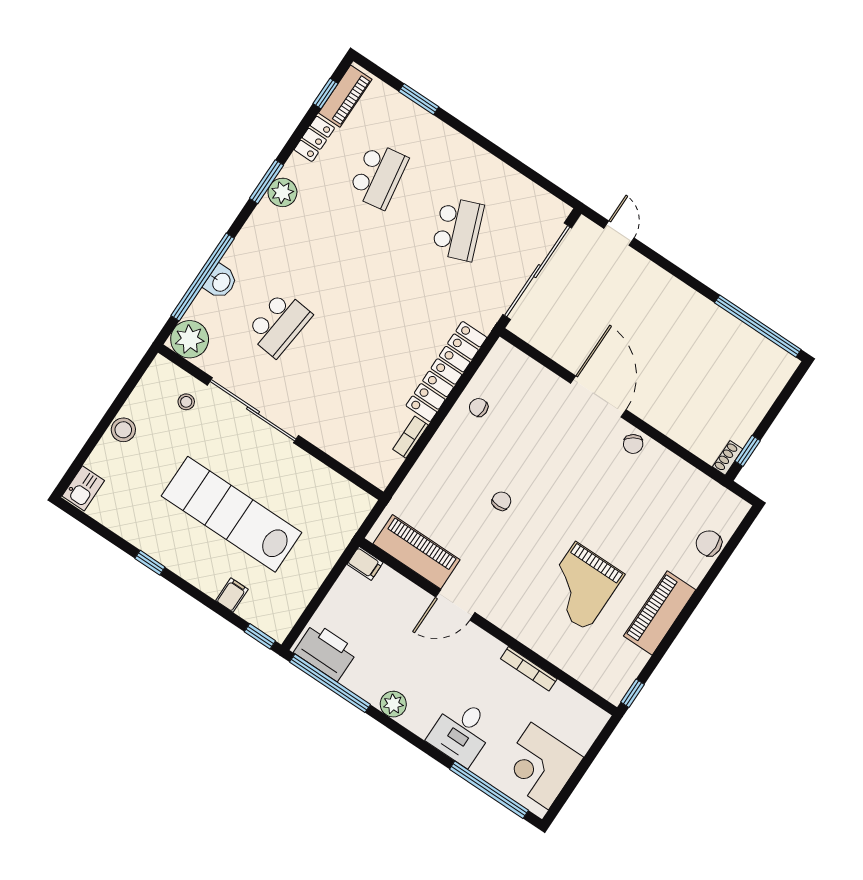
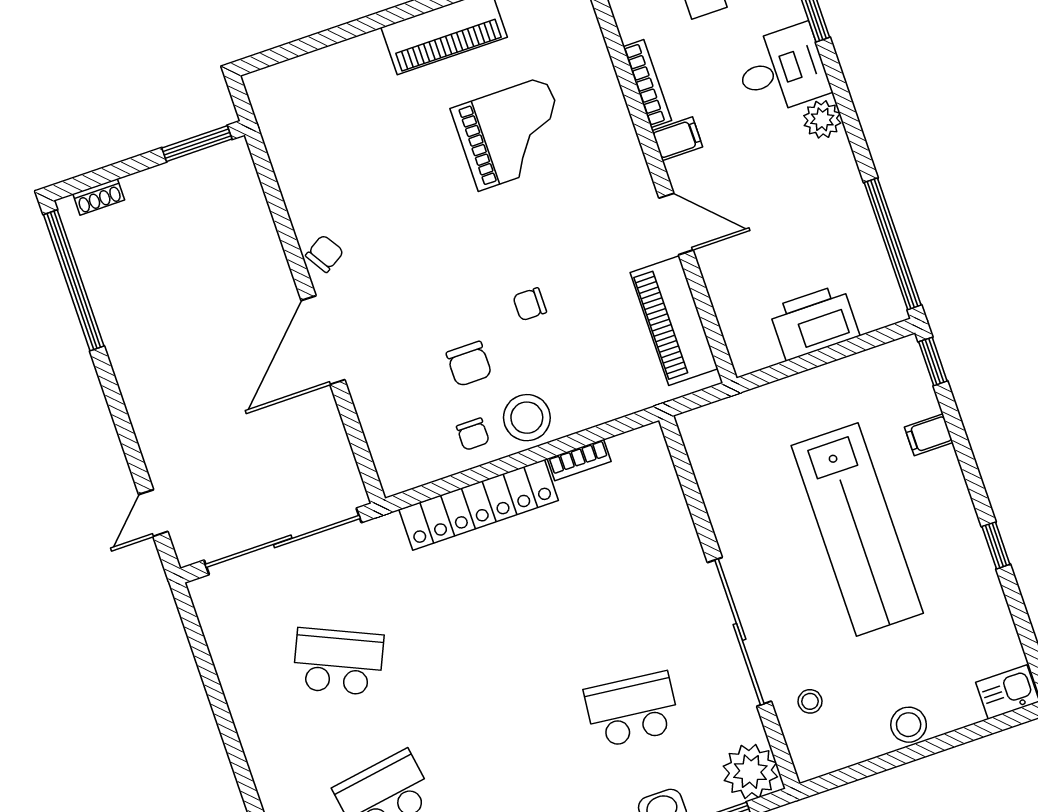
school desk: (458, 229) -> (338, 662), turned 45
stool: (456, 439) -> (527, 418), added
window: (748, 451) -> (197, 144), width x1.50
shoe rack: (728, 458) -> (99, 197), moved
chair: (709, 543) -> (469, 364), moved
filing cabinet: (365, 563) -> (677, 139), moved, turned 90
printer: (326, 652) -> (814, 322), moved, turned 90
plant: (393, 704) -> (822, 119), moved

